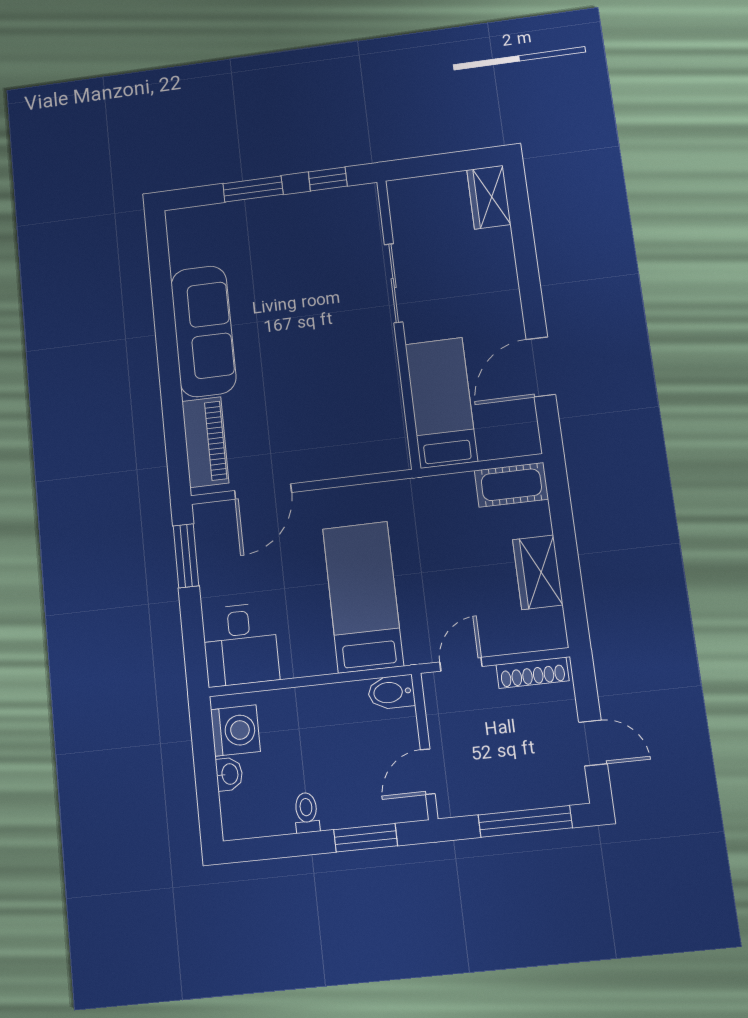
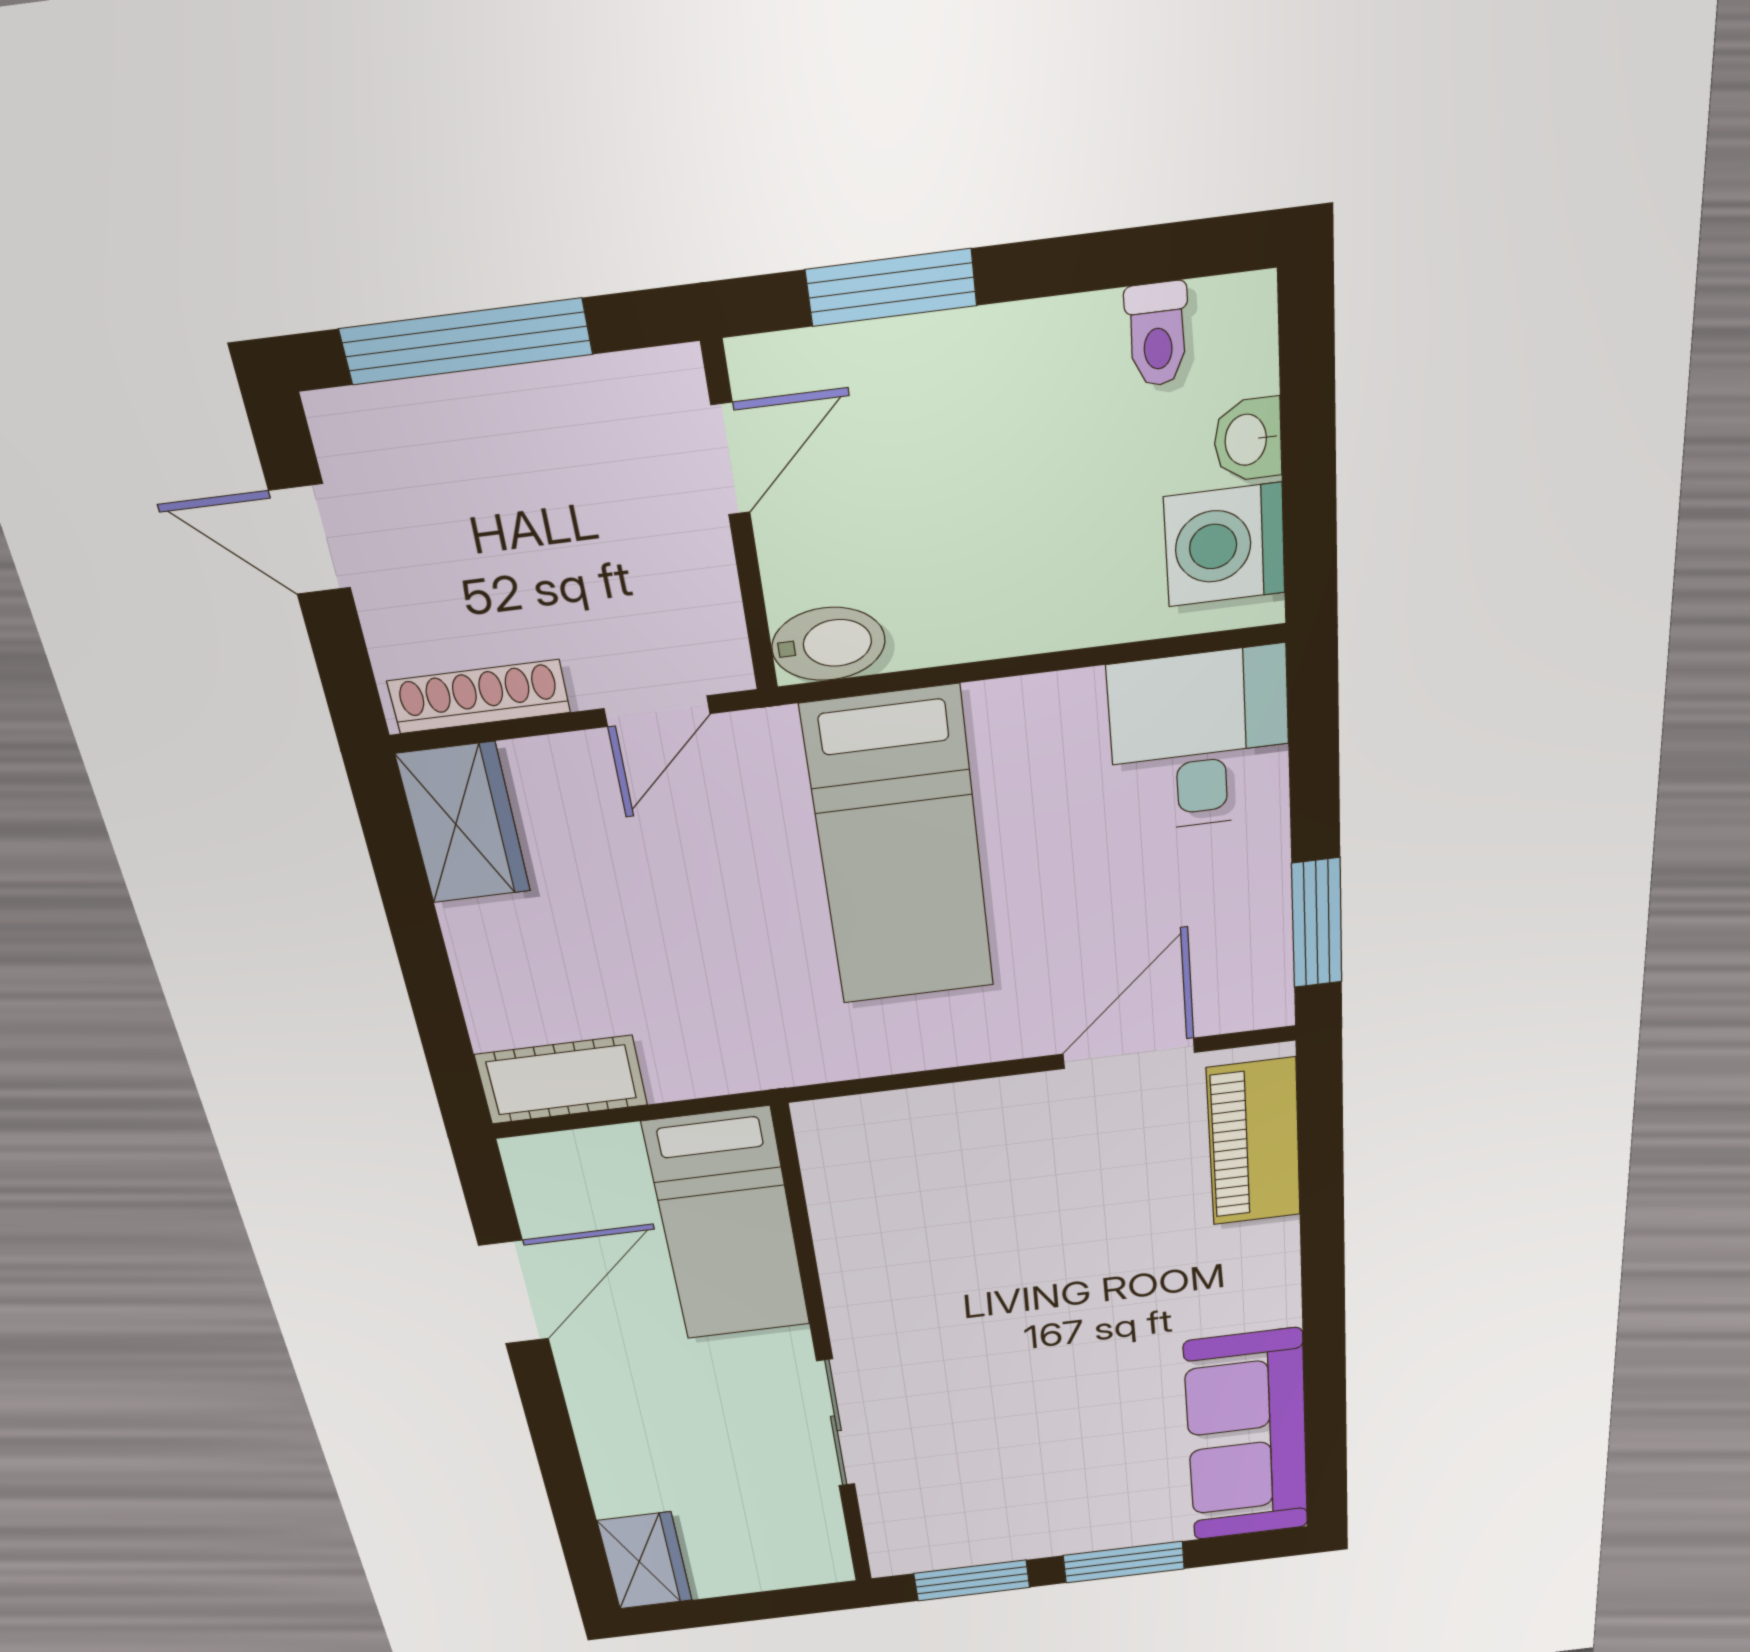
window: (328, 179) -> (972, 1580), width x1.50
sofa: (203, 331) -> (1247, 1436), moved
wardrobe: (538, 572) -> (464, 823), moved
toilet: (307, 813) -> (1157, 334), moved

